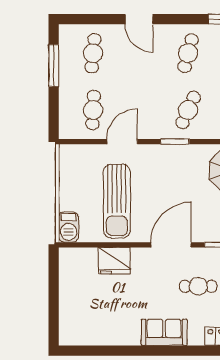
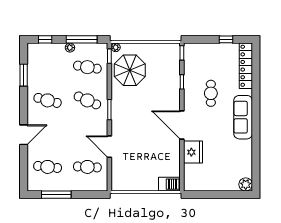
sun lounger: (117, 201) -> (151, 150), removed
door: (171, 245) -> (182, 125), moved
sofa: (164, 332) -> (243, 117), width x1.36
plant: (68, 336) -> (246, 184), added

